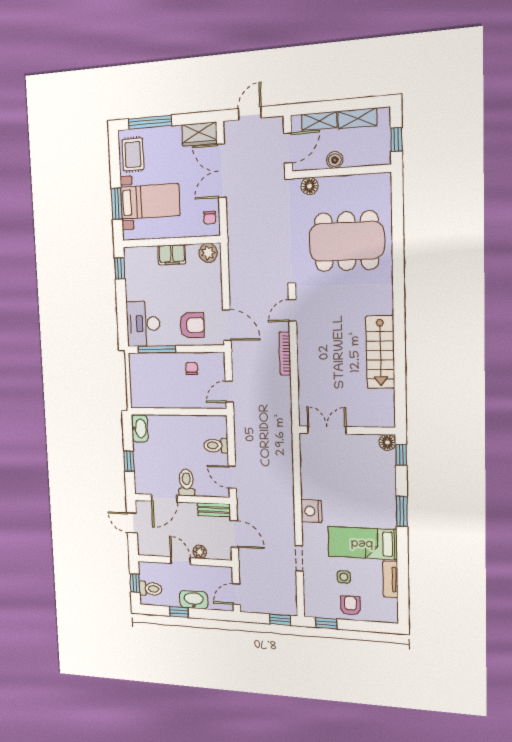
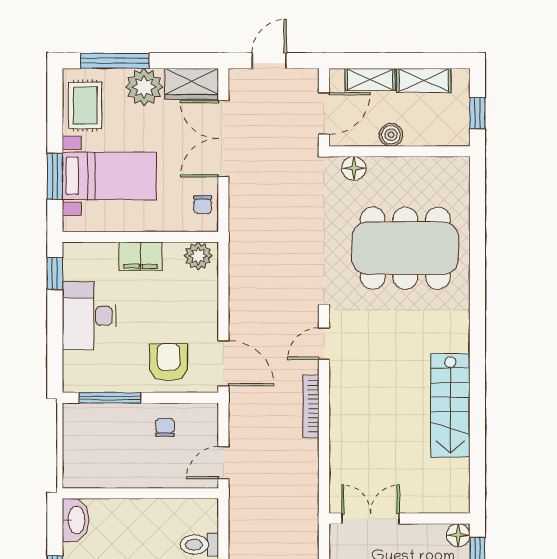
plant: (169, 139) -> (144, 87), added
desk: (143, 324) -> (89, 316), moved
armchair: (192, 325) -> (169, 362), turned -90

